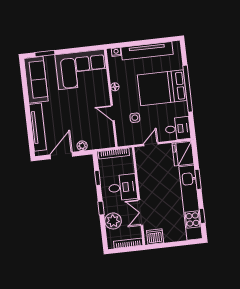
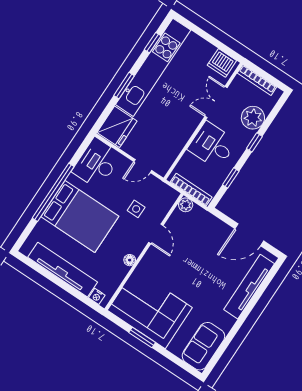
window: (45, 54) -> (142, 337), moved
sofa: (36, 80) -> (203, 346), width x0.73
desk: (178, 129) -> (97, 163), width x1.37
plant: (82, 146) -> (186, 205), moved
double door: (140, 213) -> (216, 102), swing flipped

